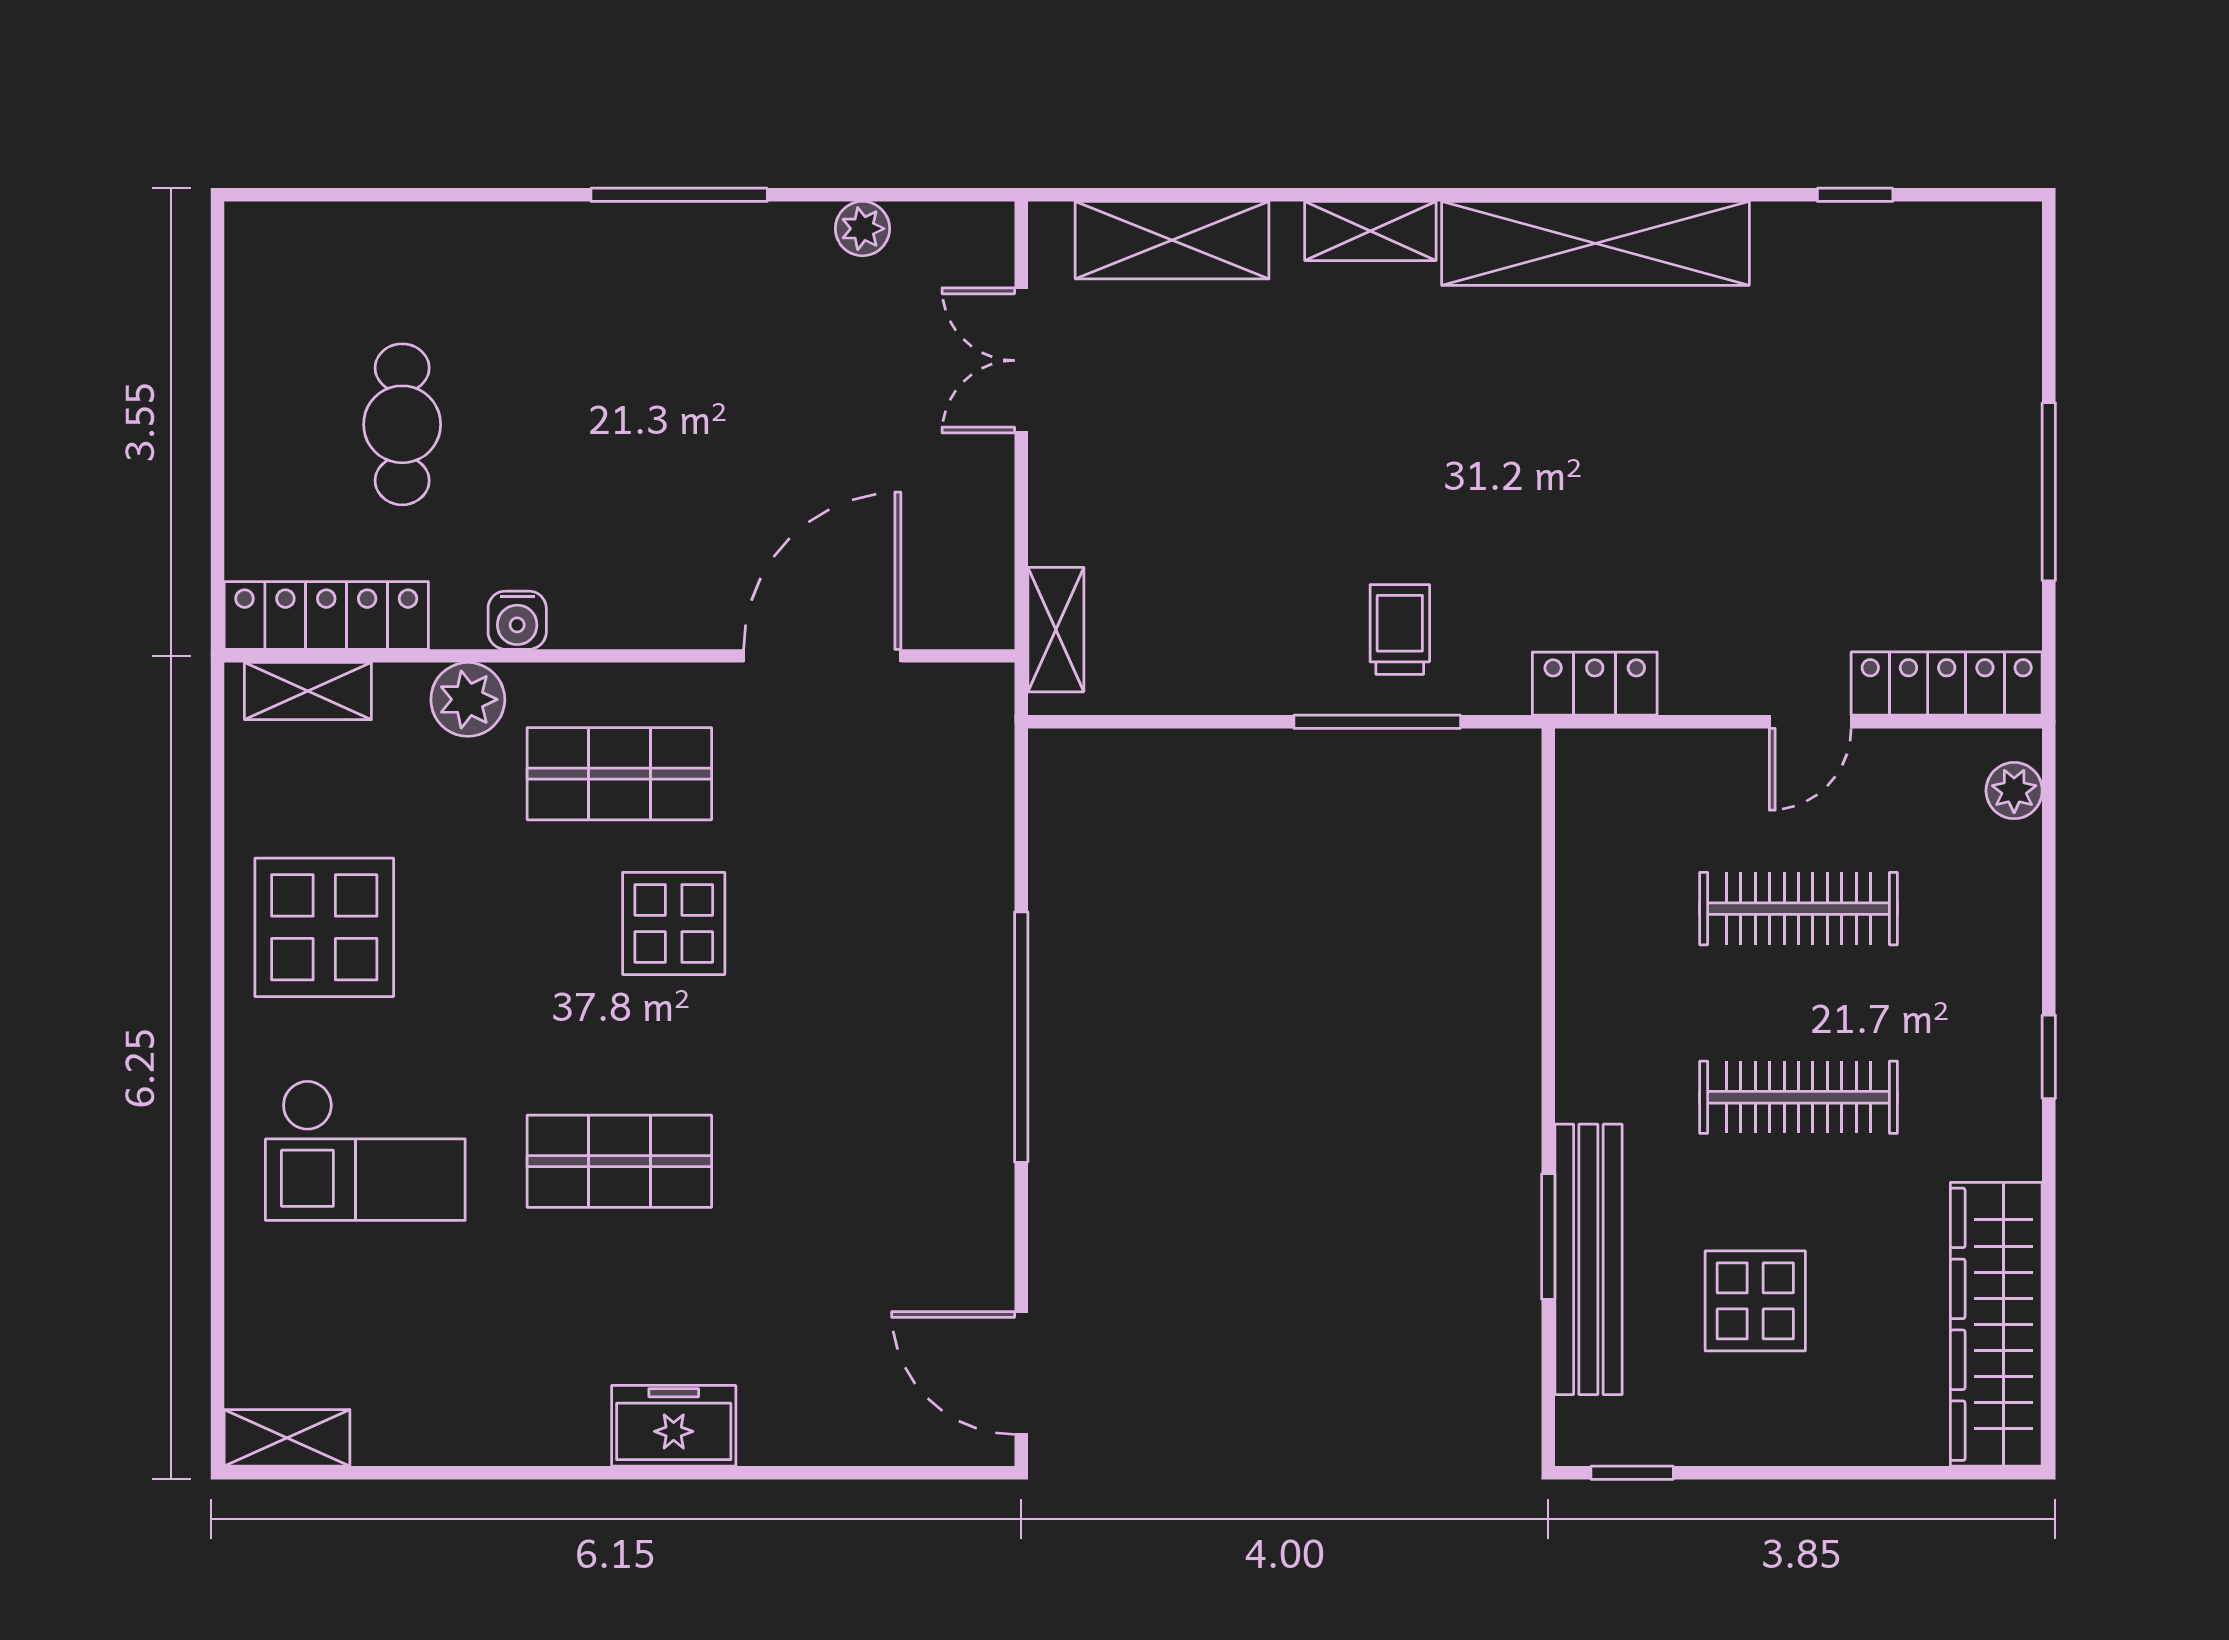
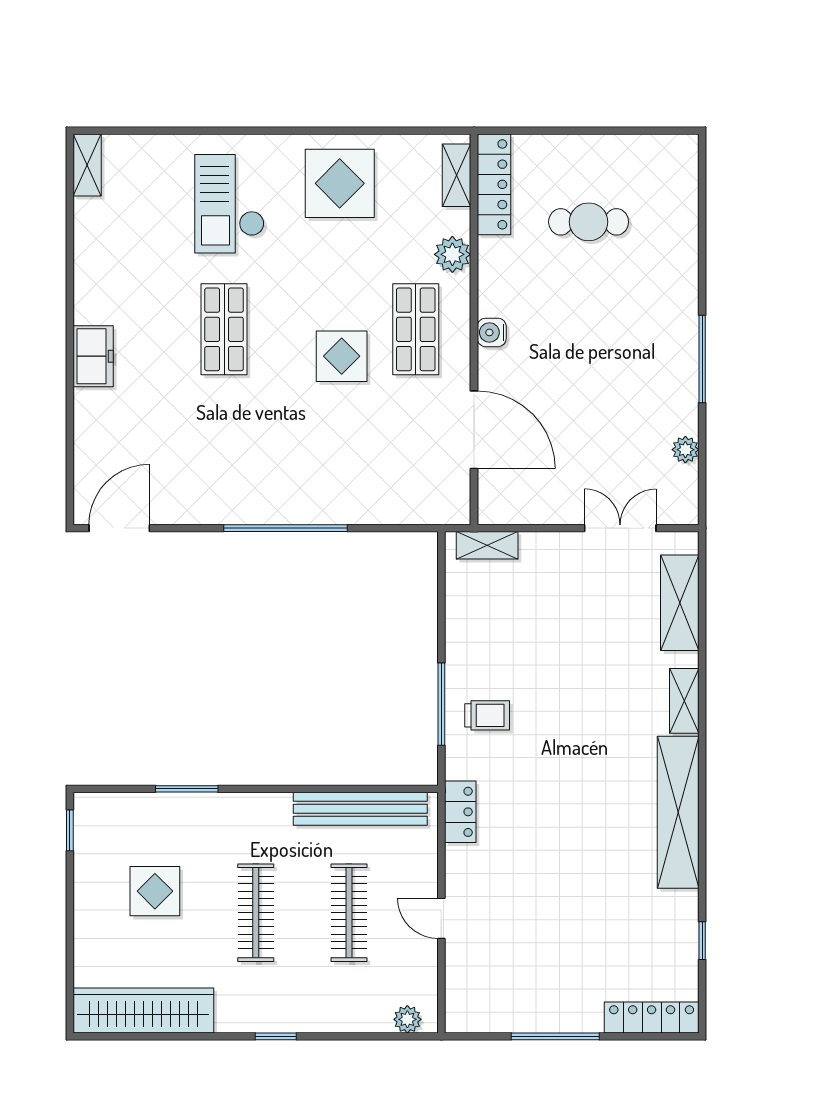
water cooler: (517, 620) -> (492, 332), moved
locker: (1947, 684) -> (652, 1018), moved, turned -90
bench: (1588, 1259) -> (360, 809), moved

